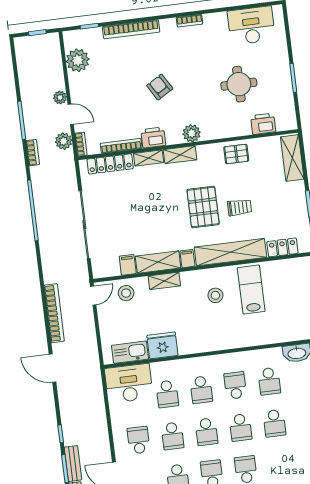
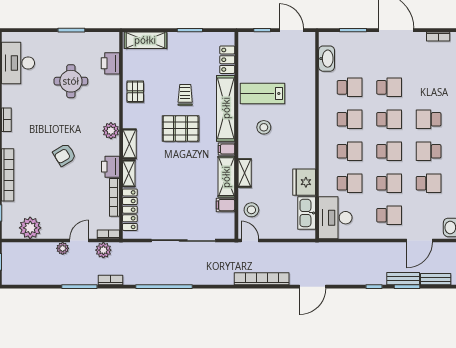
school desk: (235, 385) -> (350, 119), turned 180
school desk: (139, 440) -> (389, 215), turned 180

